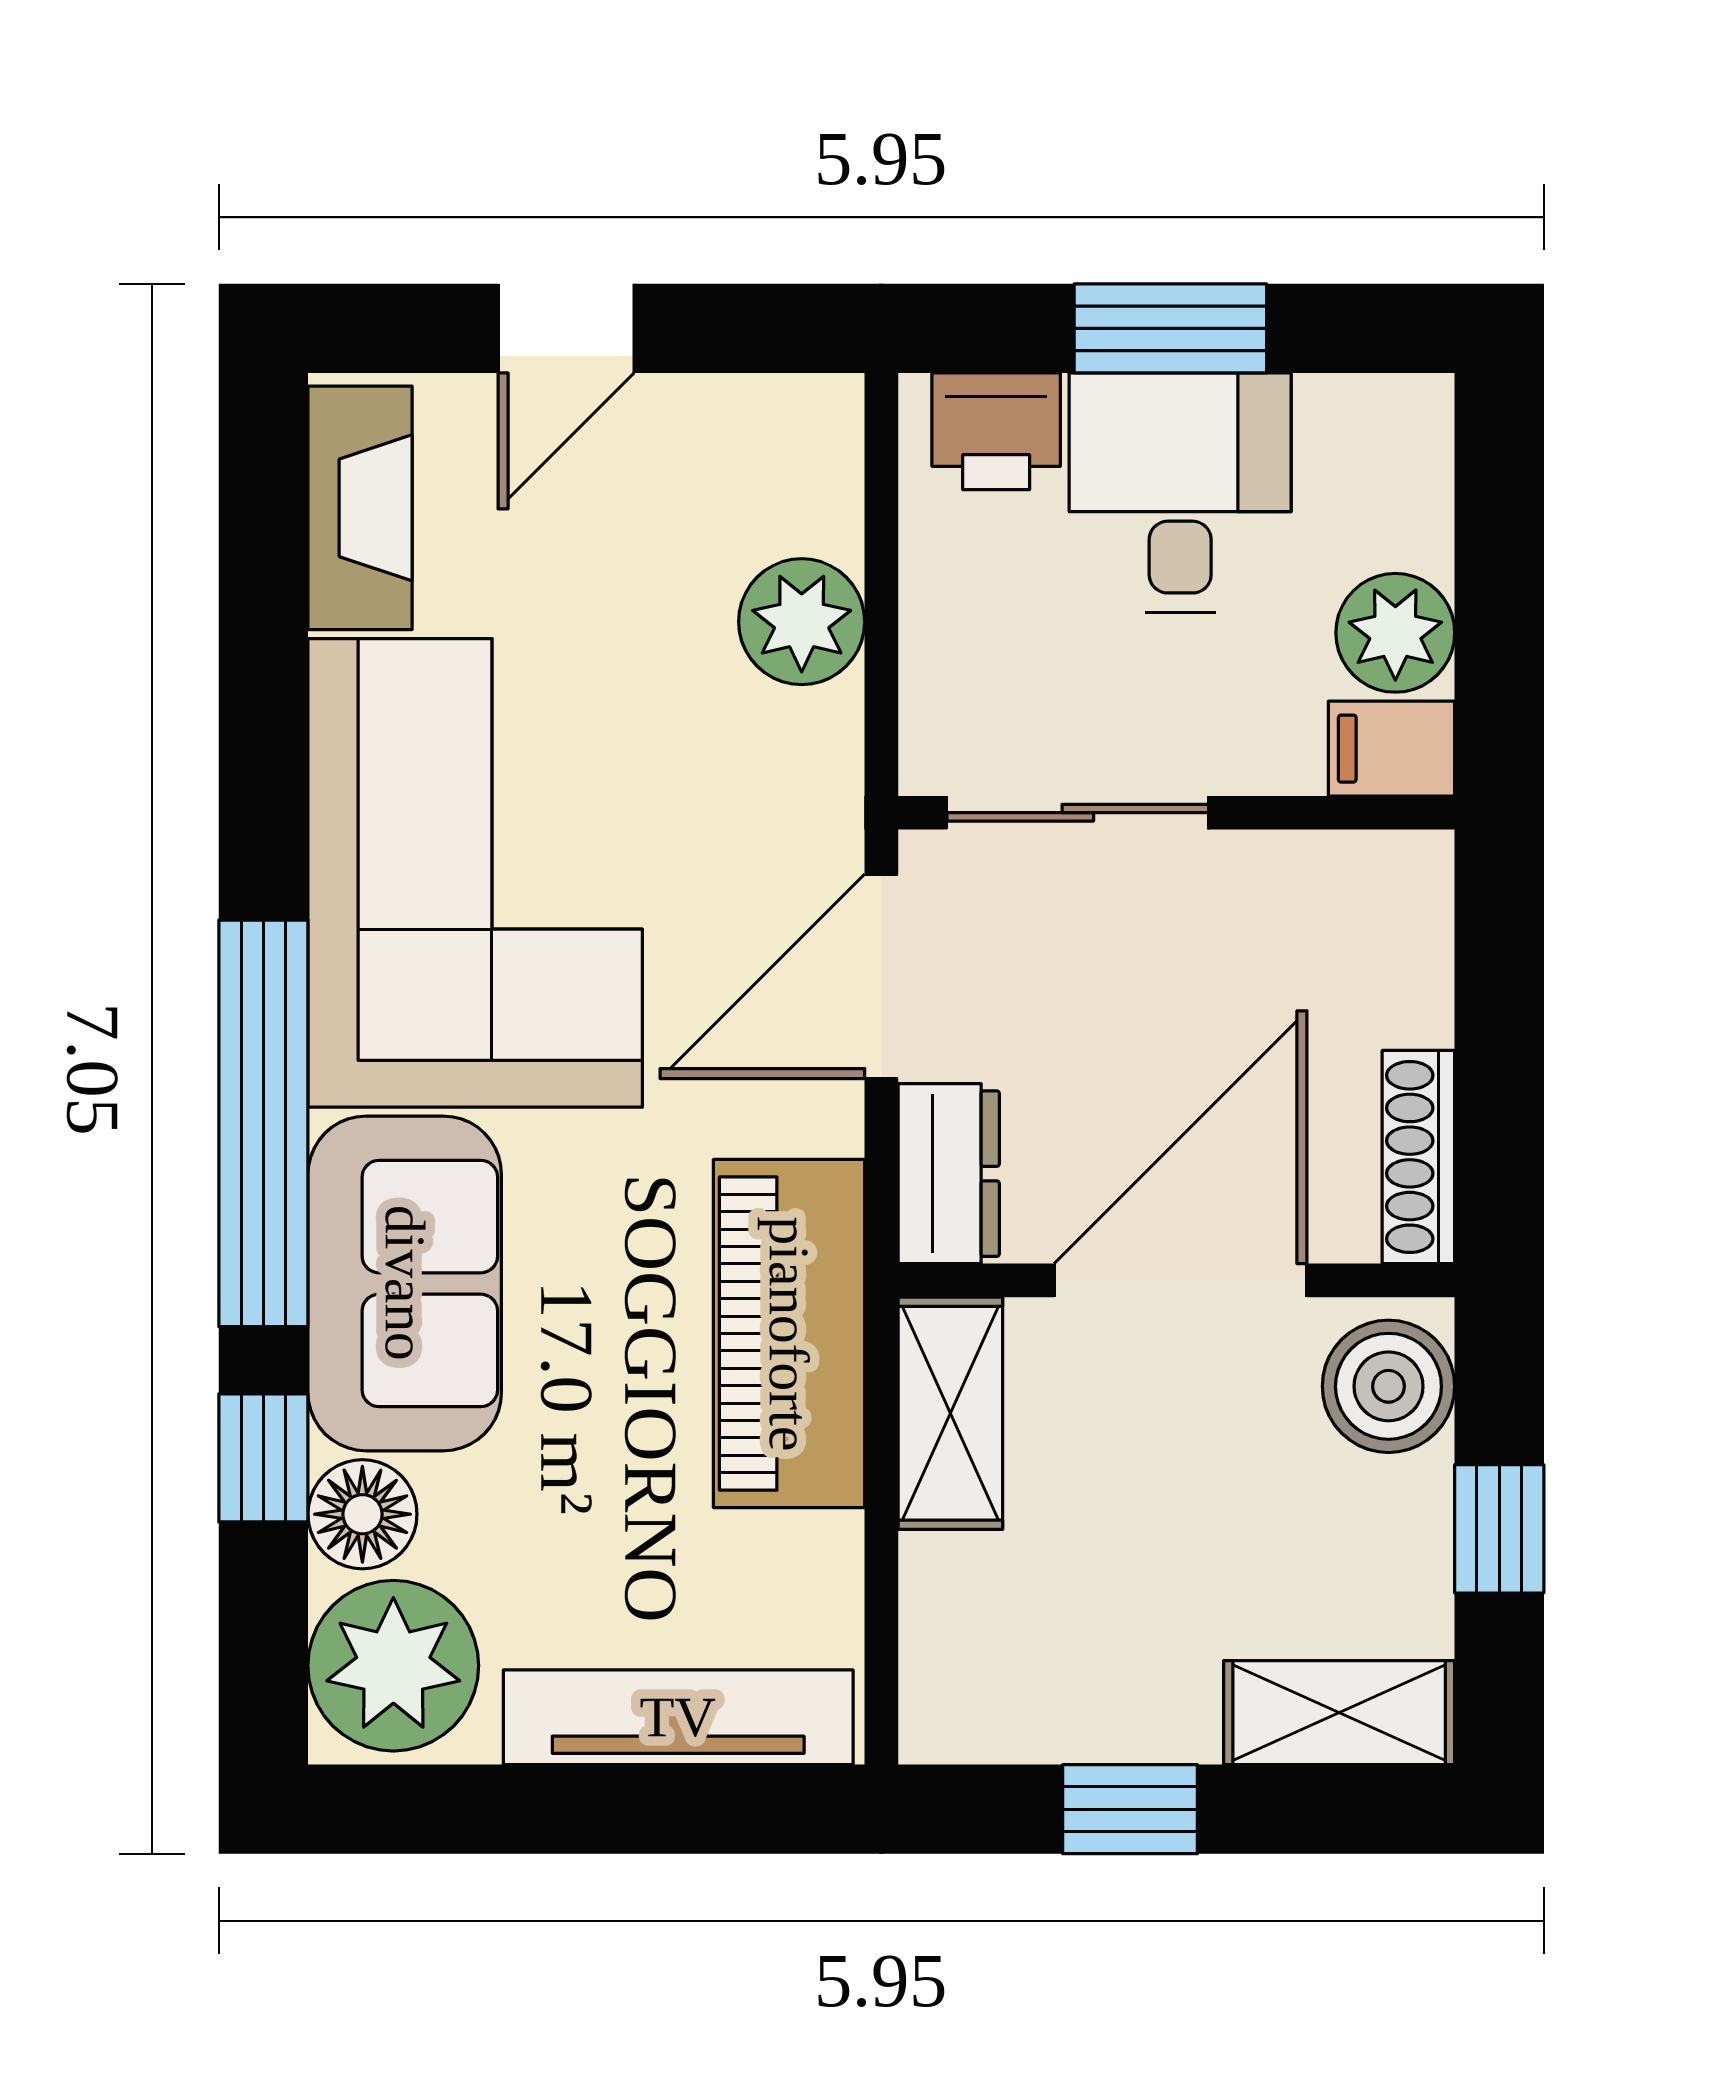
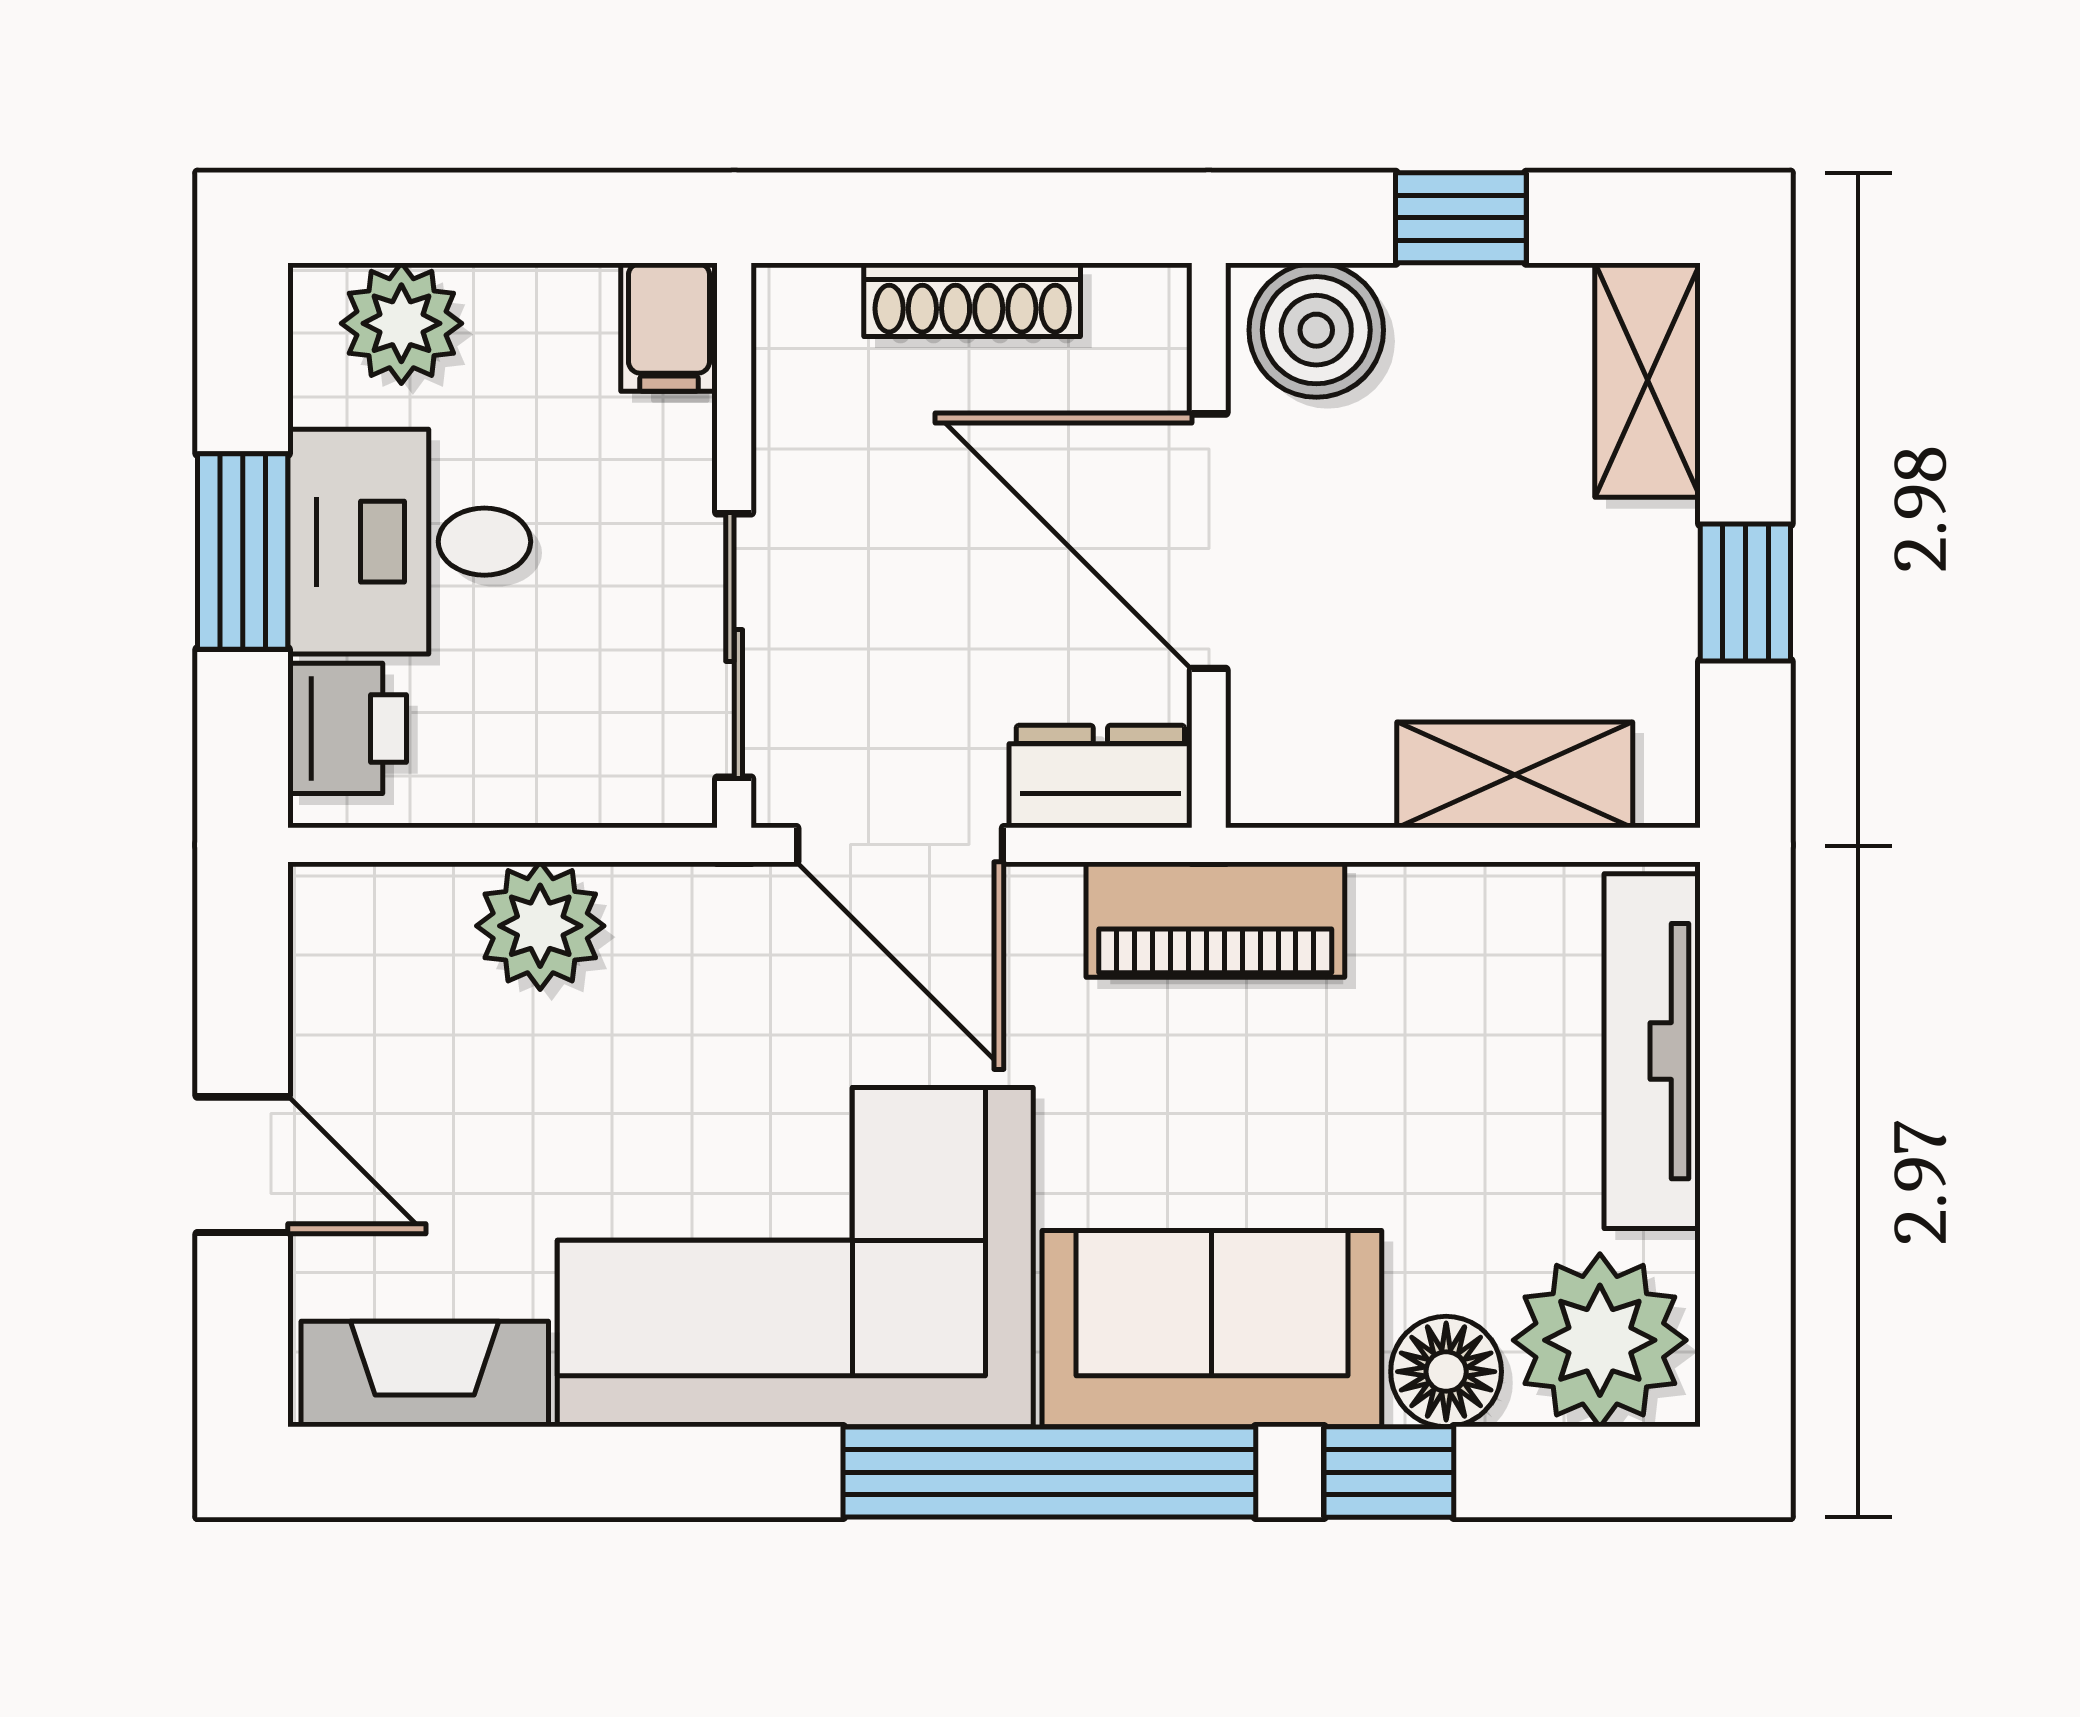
plant: (1395, 633) -> (401, 323), moved
shoe rack: (1418, 1157) -> (972, 300), moved
piano: (789, 1334) -> (1215, 920), width x0.73, depth x0.75
shelving: (950, 1413) -> (1515, 775), moved

